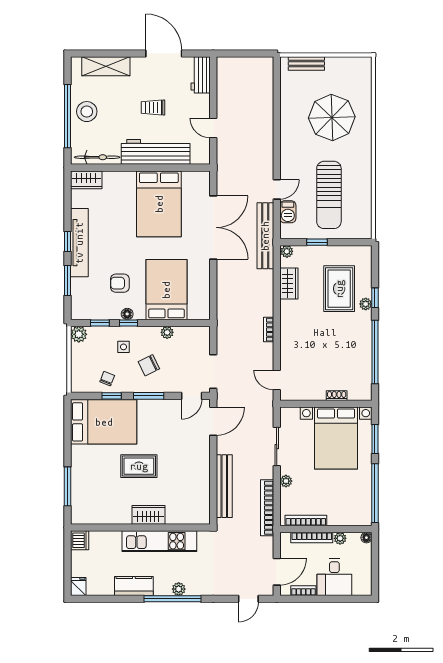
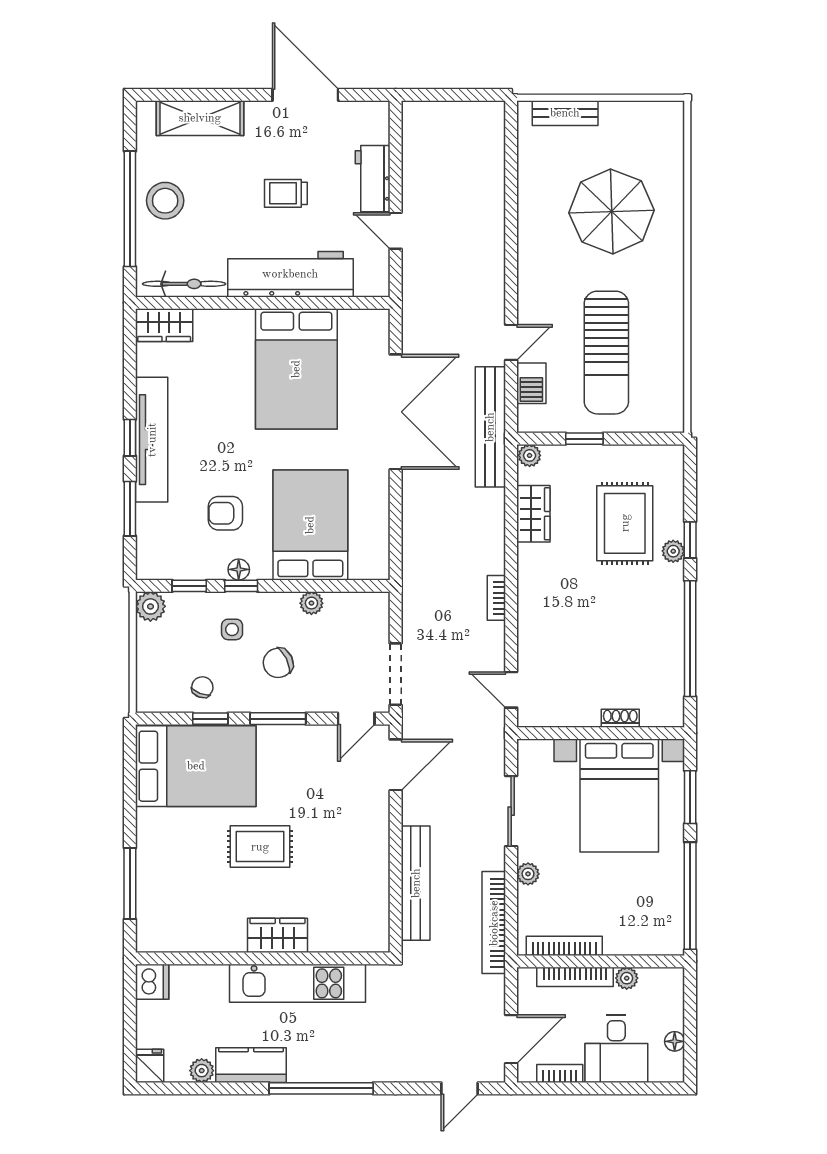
workbench: (201, 75) -> (373, 179), moved
floor lamp: (366, 538) -> (675, 1041), moved
plant: (179, 589) -> (202, 1071), moved

